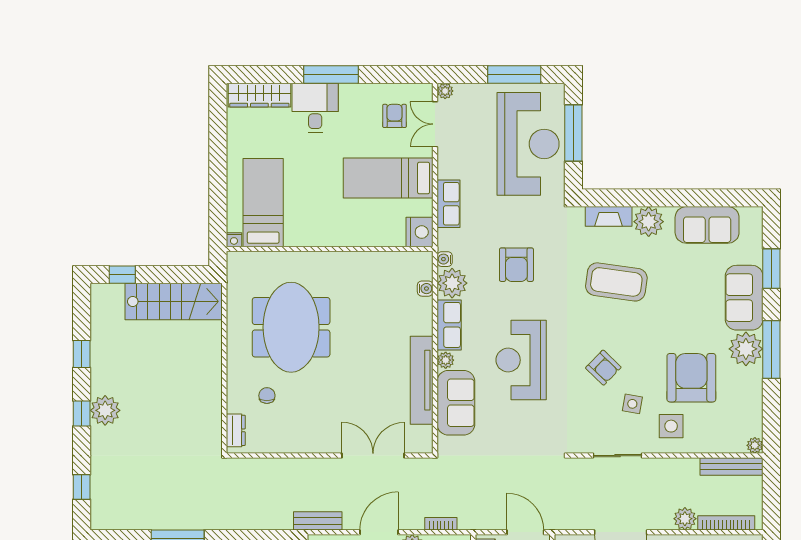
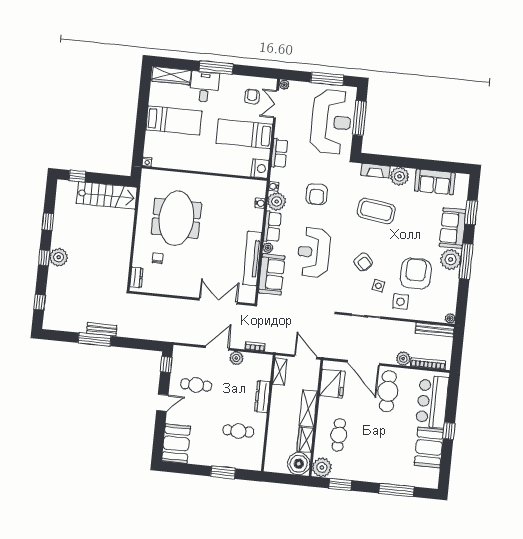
bed: (263, 203) -> (174, 120), moved, turned 90
bench: (318, 521) -> (102, 329), moved

